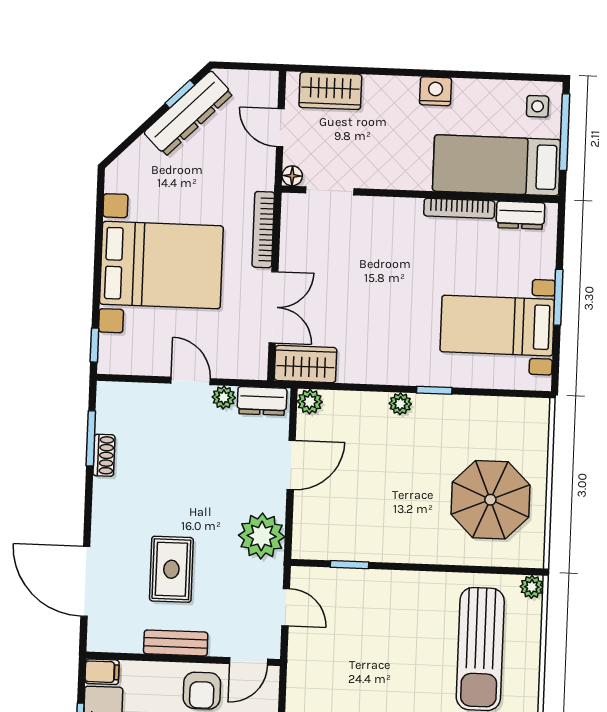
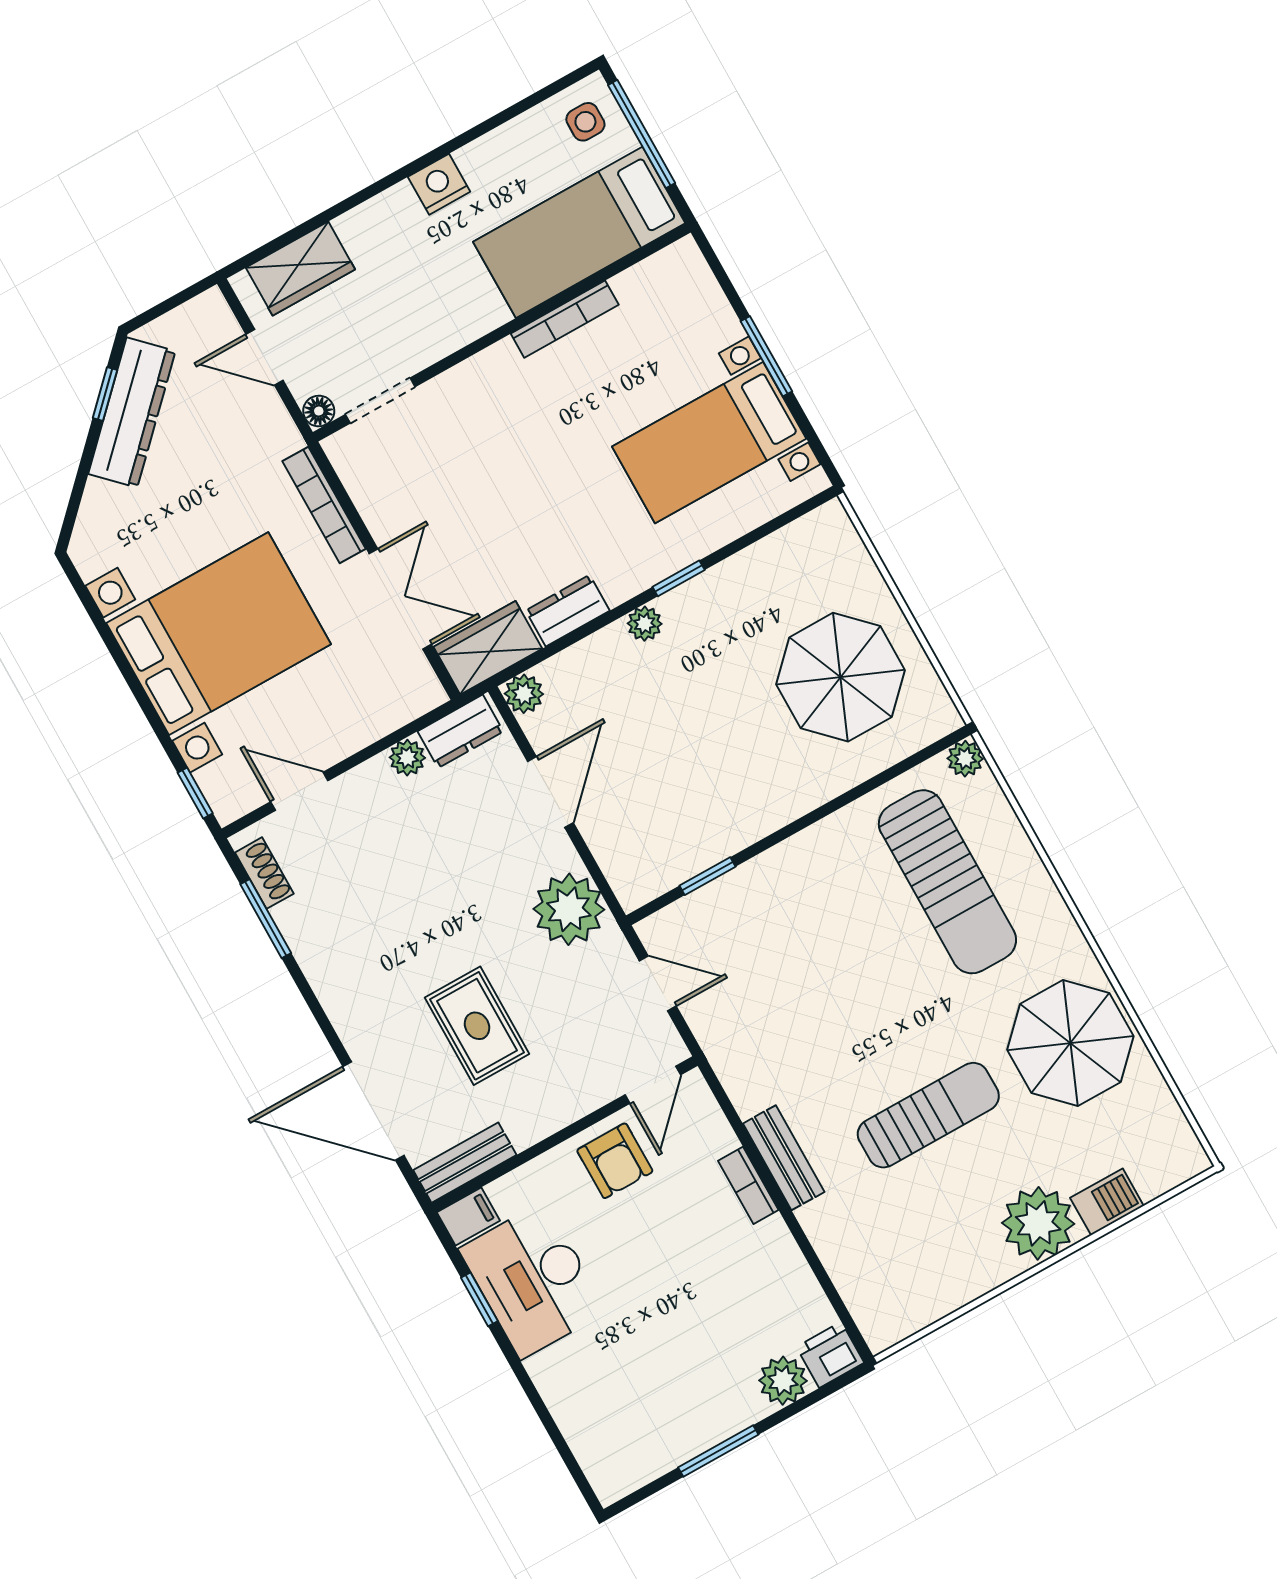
dresser: (520, 215) -> (568, 611), moved, turned 180
door: (191, 381) -> (299, 791), moved
shoe rack: (104, 455) -> (264, 873), moved
bench: (176, 643) -> (465, 1163), moved

